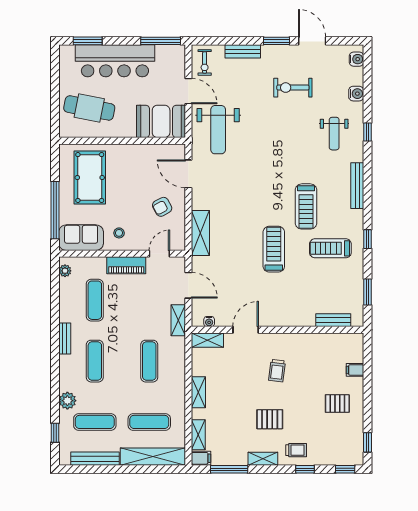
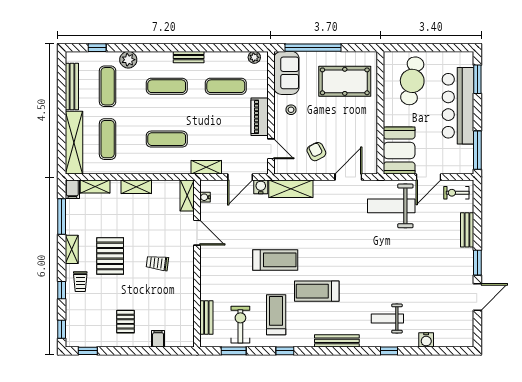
water cooler: (357, 59) -> (261, 187), moved, turned 180
exercise bike: (293, 88) -> (240, 325), moved
pallet: (270, 419) -> (110, 256), width x1.50, depth x1.42

